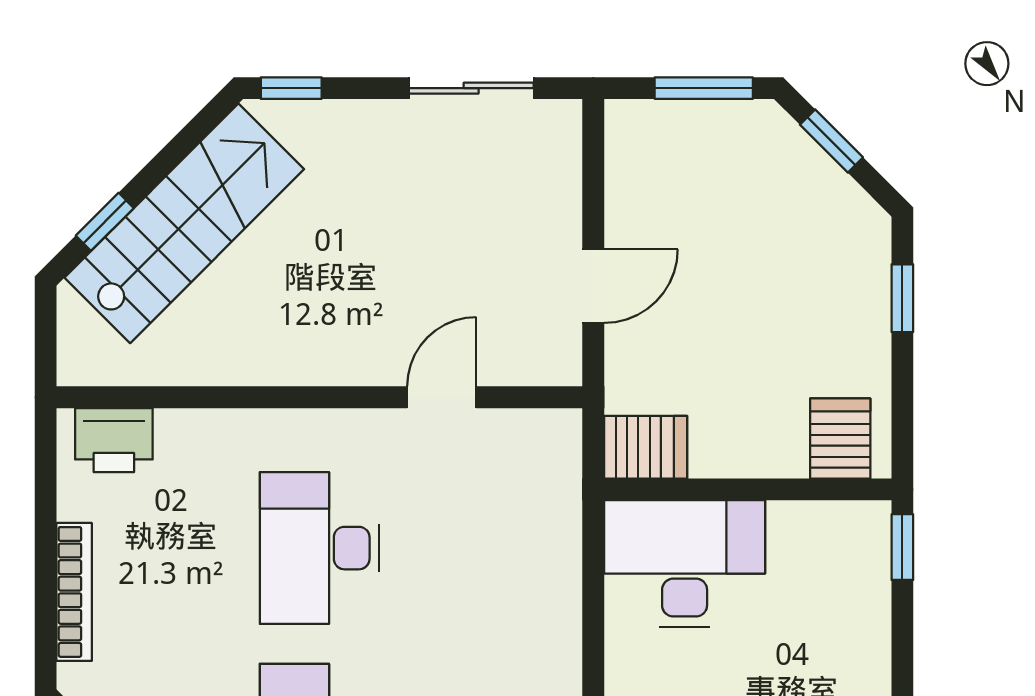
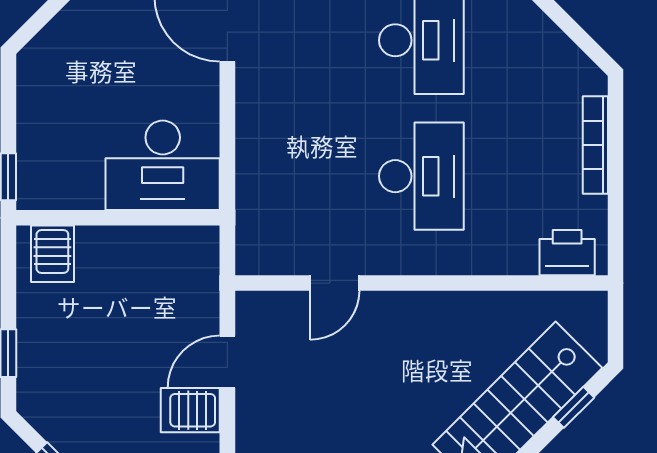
server rack: (646, 447) -> (190, 410), moved

